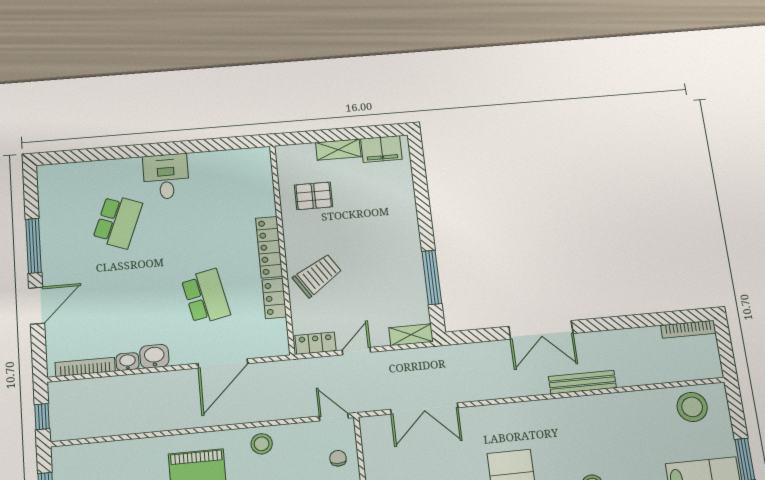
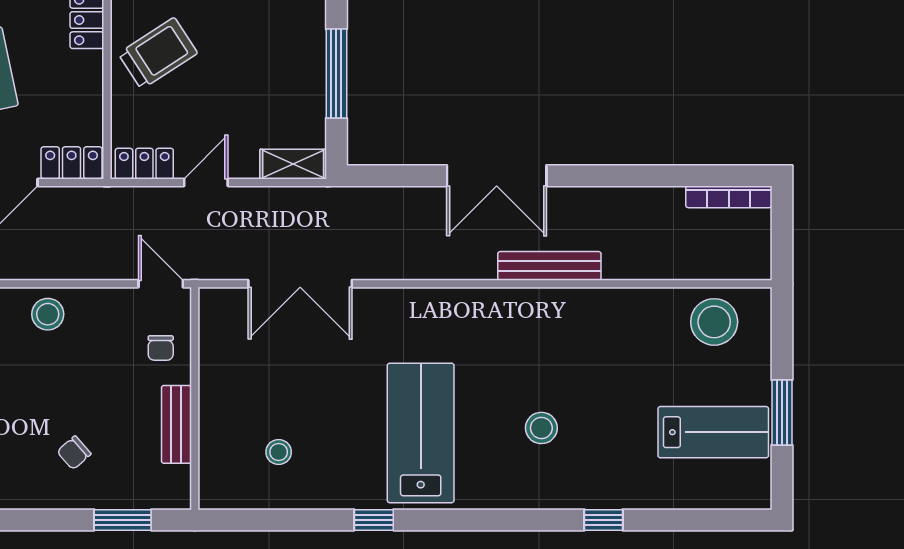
locker: (274, 298) -> (72, 163), moved, turned 90
chair: (338, 458) -> (161, 348), turned 180

